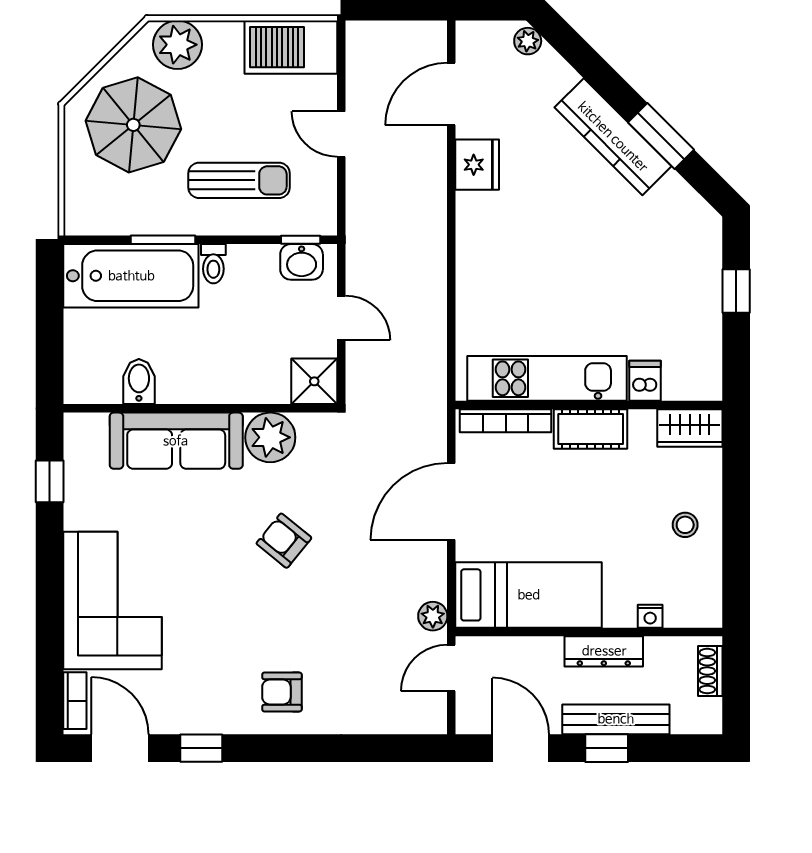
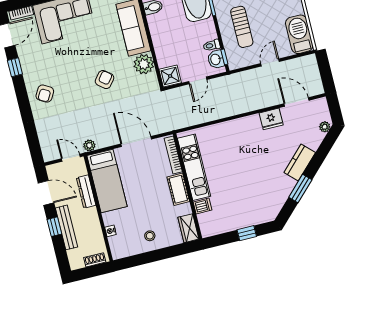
kitchen counter: (613, 137) -> (300, 162), width x0.67
toilet: (213, 264) -> (212, 45), moved
dresser: (604, 651) -> (86, 192), moved
armchair: (282, 692) -> (45, 94), turned -150
door: (521, 748) -> (46, 193), hinge flipped

